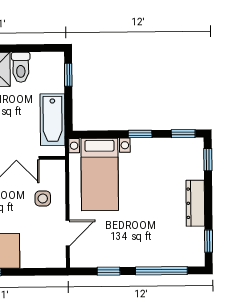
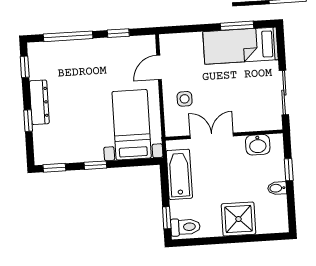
toilet: (21, 67) -> (185, 227), moved, turned 90
window: (208, 160) -> (28, 121), moved

